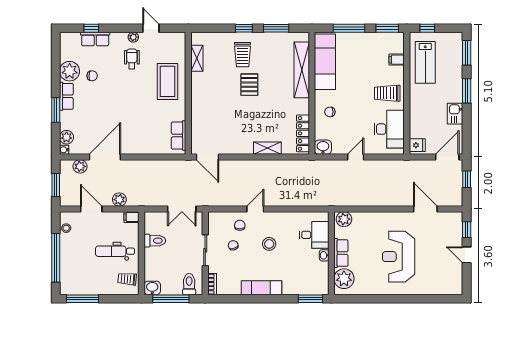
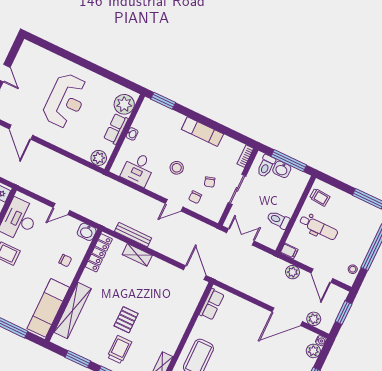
bench: (280, 165) -> (133, 235), added
desk: (314, 235) -> (138, 169), moved, turned -90
washbasin: (152, 288) -> (282, 169), moved

